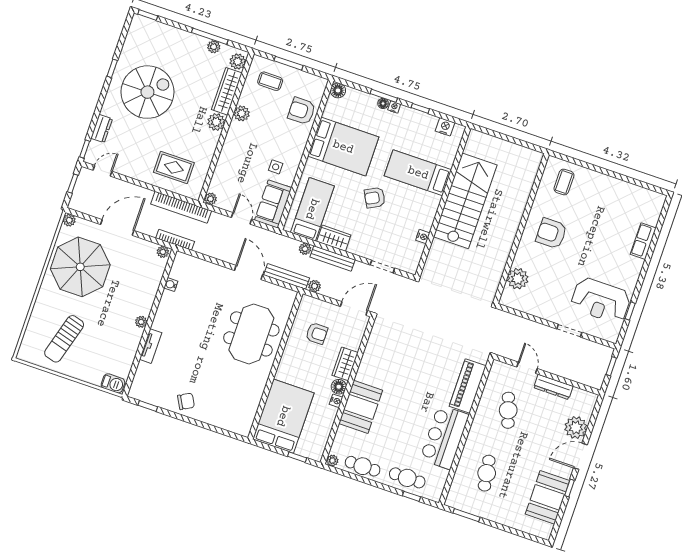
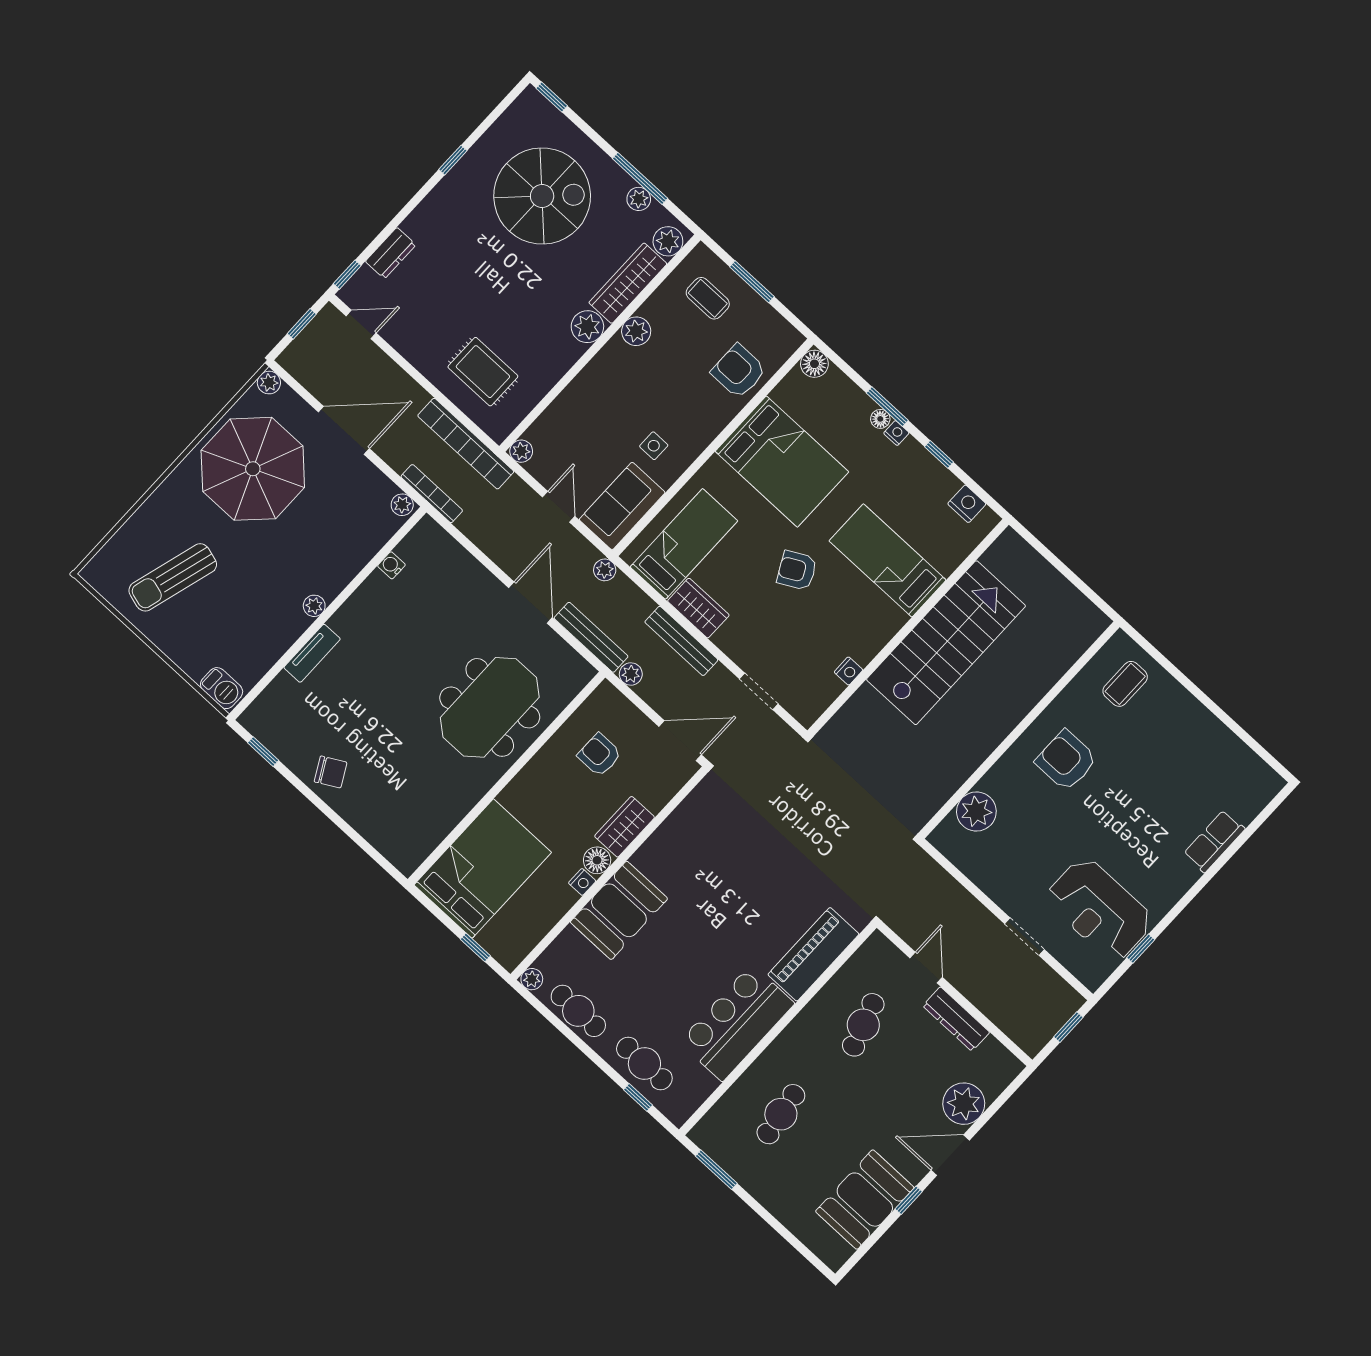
spiral stairs: (147, 92) -> (542, 196), moved
plant: (305, 249) -> (605, 570), moved
armchair: (317, 333) -> (599, 755), turned 180

